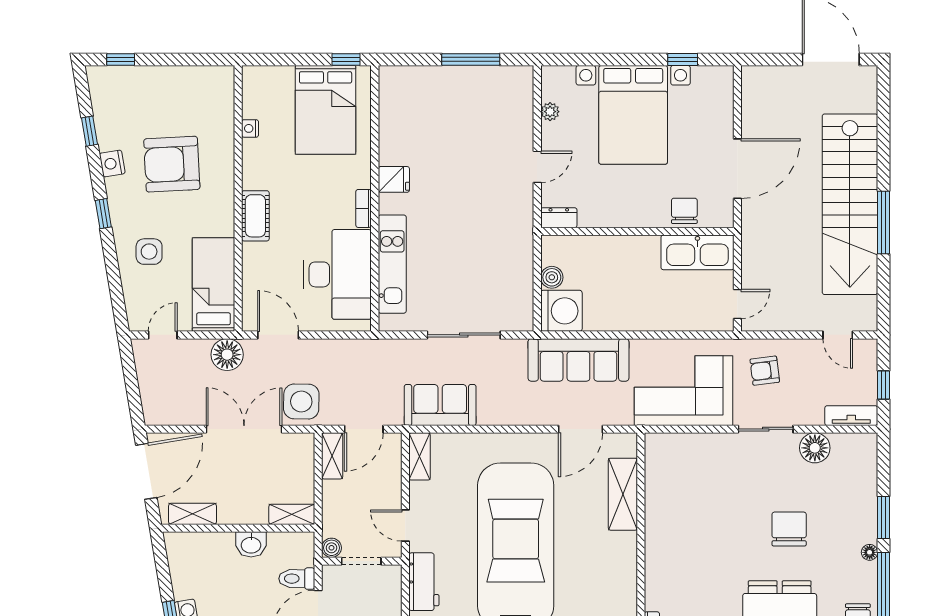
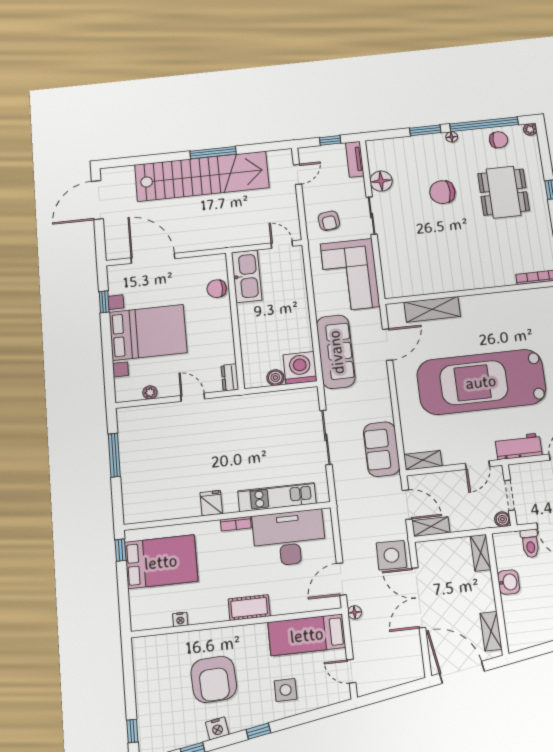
door: (737, 169) -> (153, 258), moved
floor lamp: (227, 355) -> (355, 612), width x0.53, depth x0.53
door: (580, 429) -> (387, 345), hinge flipped

